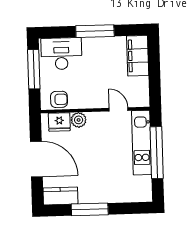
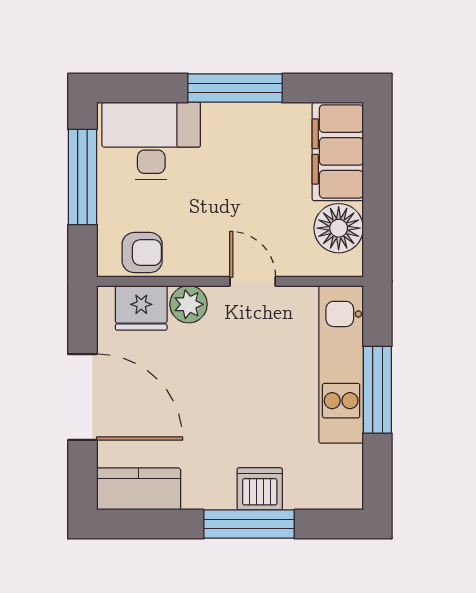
floor lamp: (139, 87) -> (339, 228), added
door: (119, 109) -> (253, 281), moved
window: (157, 153) -> (377, 390), width x0.68
dishwasher: (110, 194) -> (260, 489), added
window: (90, 209) -> (249, 524), moved

